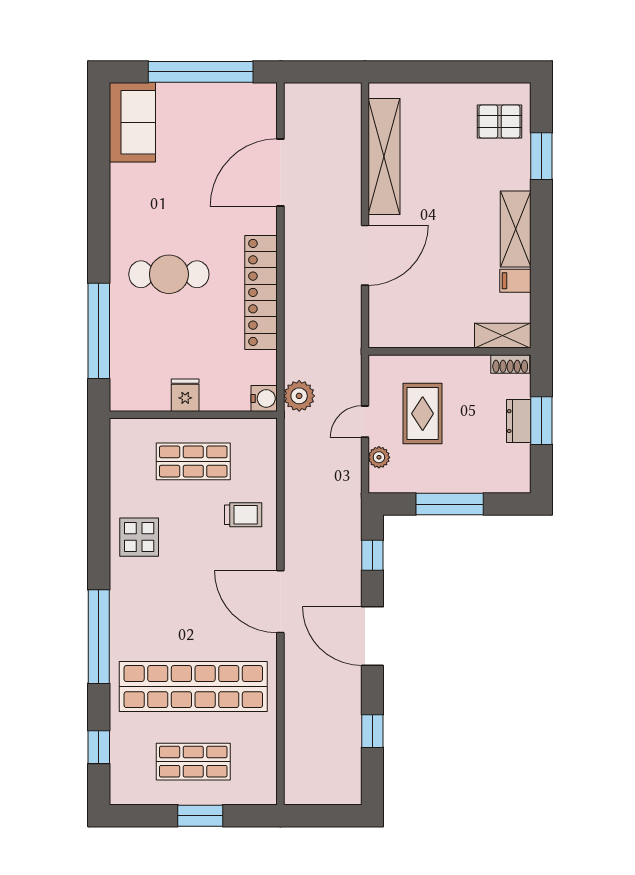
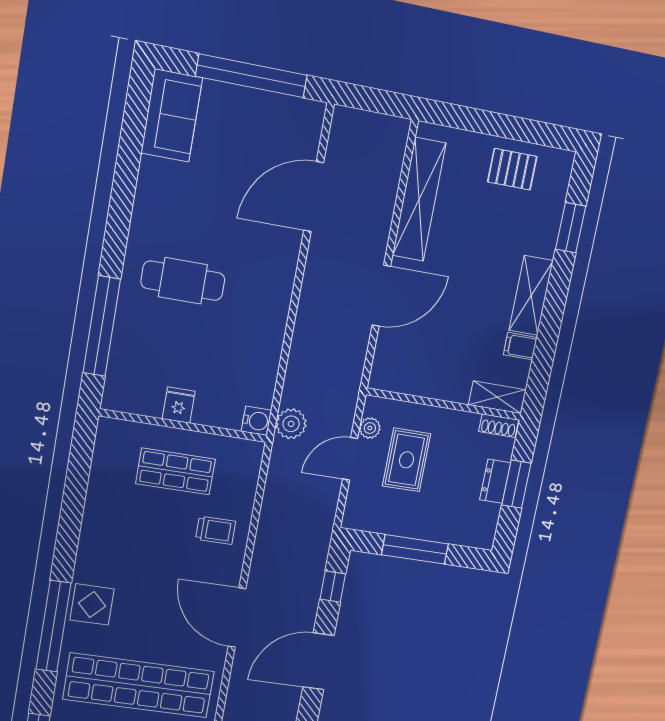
pallet: (499, 121) -> (512, 169), moved
locker: (261, 292) -> (272, 315), removed
door: (365, 422) -> (350, 459), width x1.38
plant: (379, 457) -> (370, 428), moved
display table: (139, 537) -> (92, 604), moved
door: (372, 636) -> (318, 661), hinge flipped

